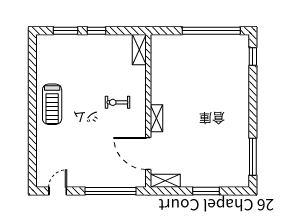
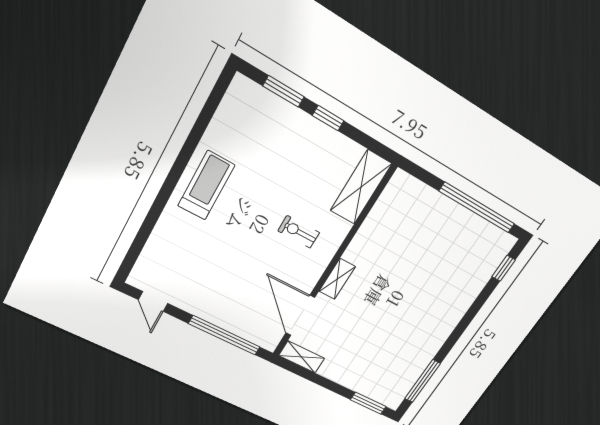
shelving: (139, 50) -> (361, 187), width x1.50, depth x1.33
treadmill: (52, 104) -> (206, 185), turned 180
door: (58, 191) -> (153, 302), swing flipped
window: (206, 191) -> (368, 403), moved

